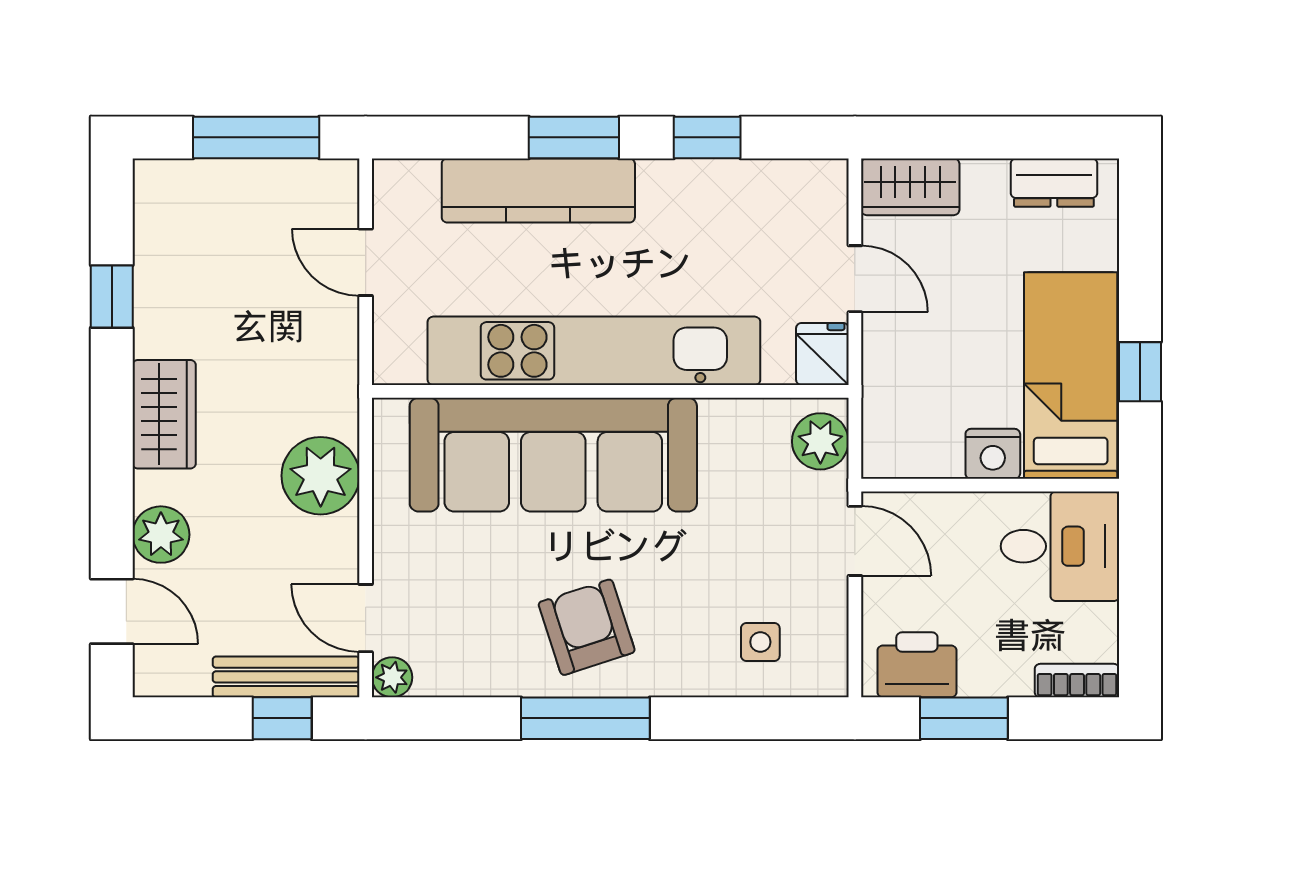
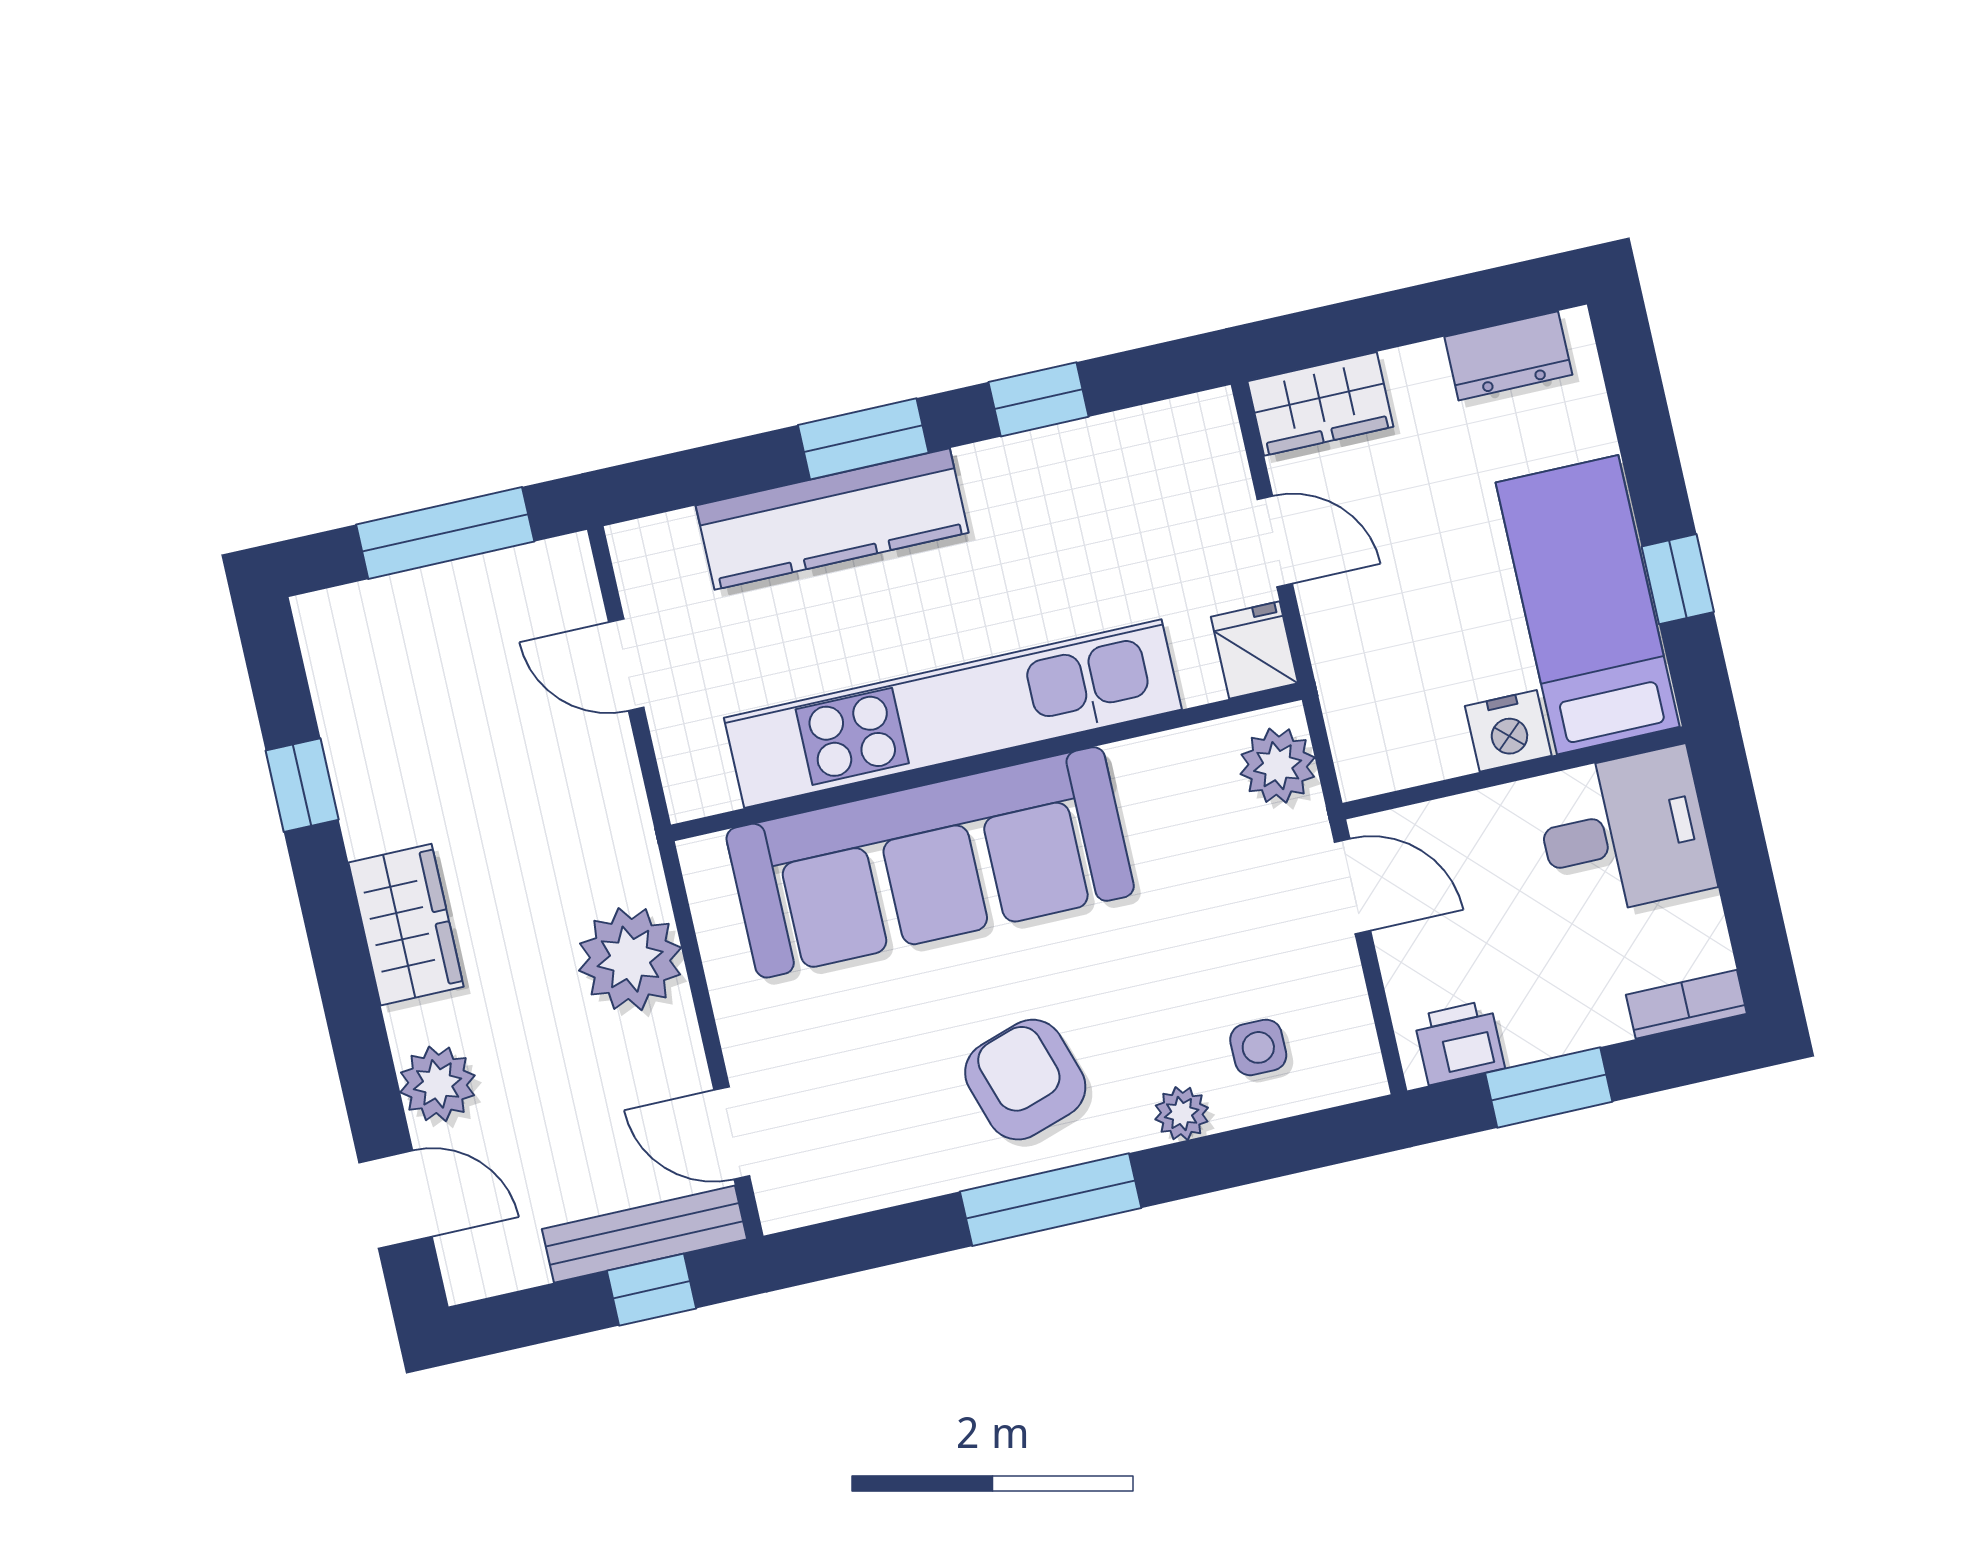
printer: (917, 665) -> (1459, 1042), width x0.73, depth x0.81
plant: (392, 677) -> (1182, 1114), moved

